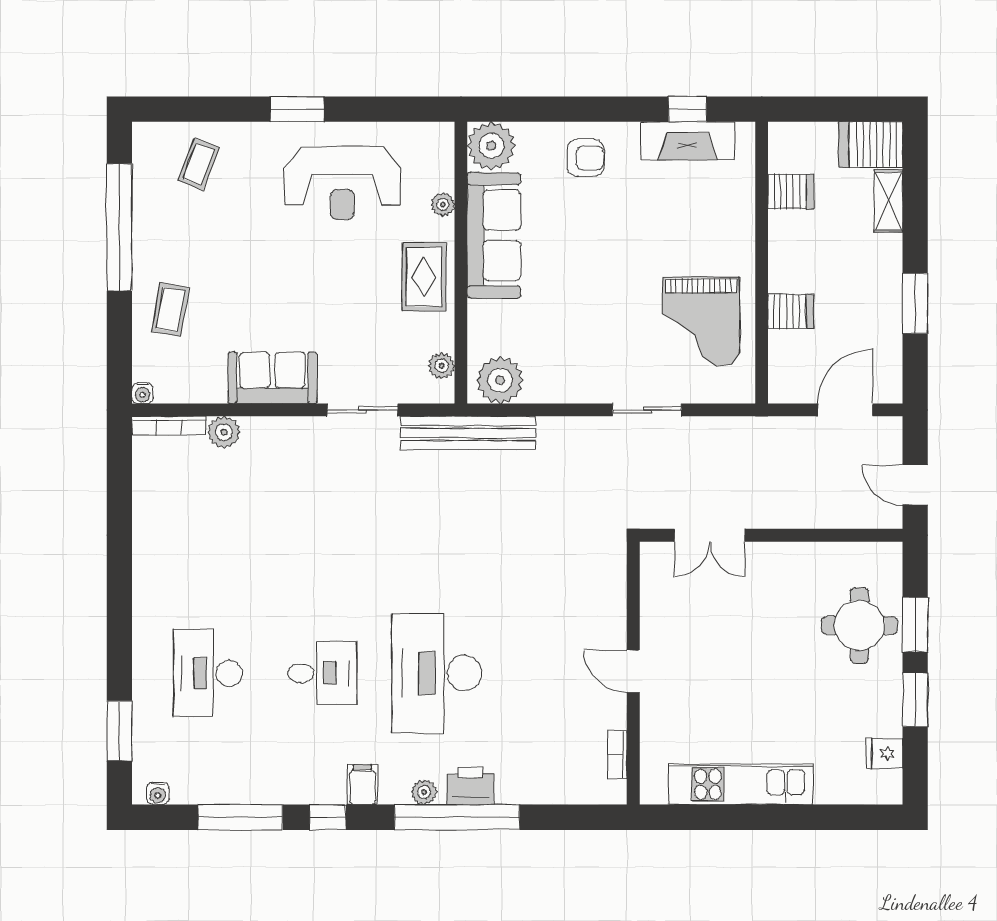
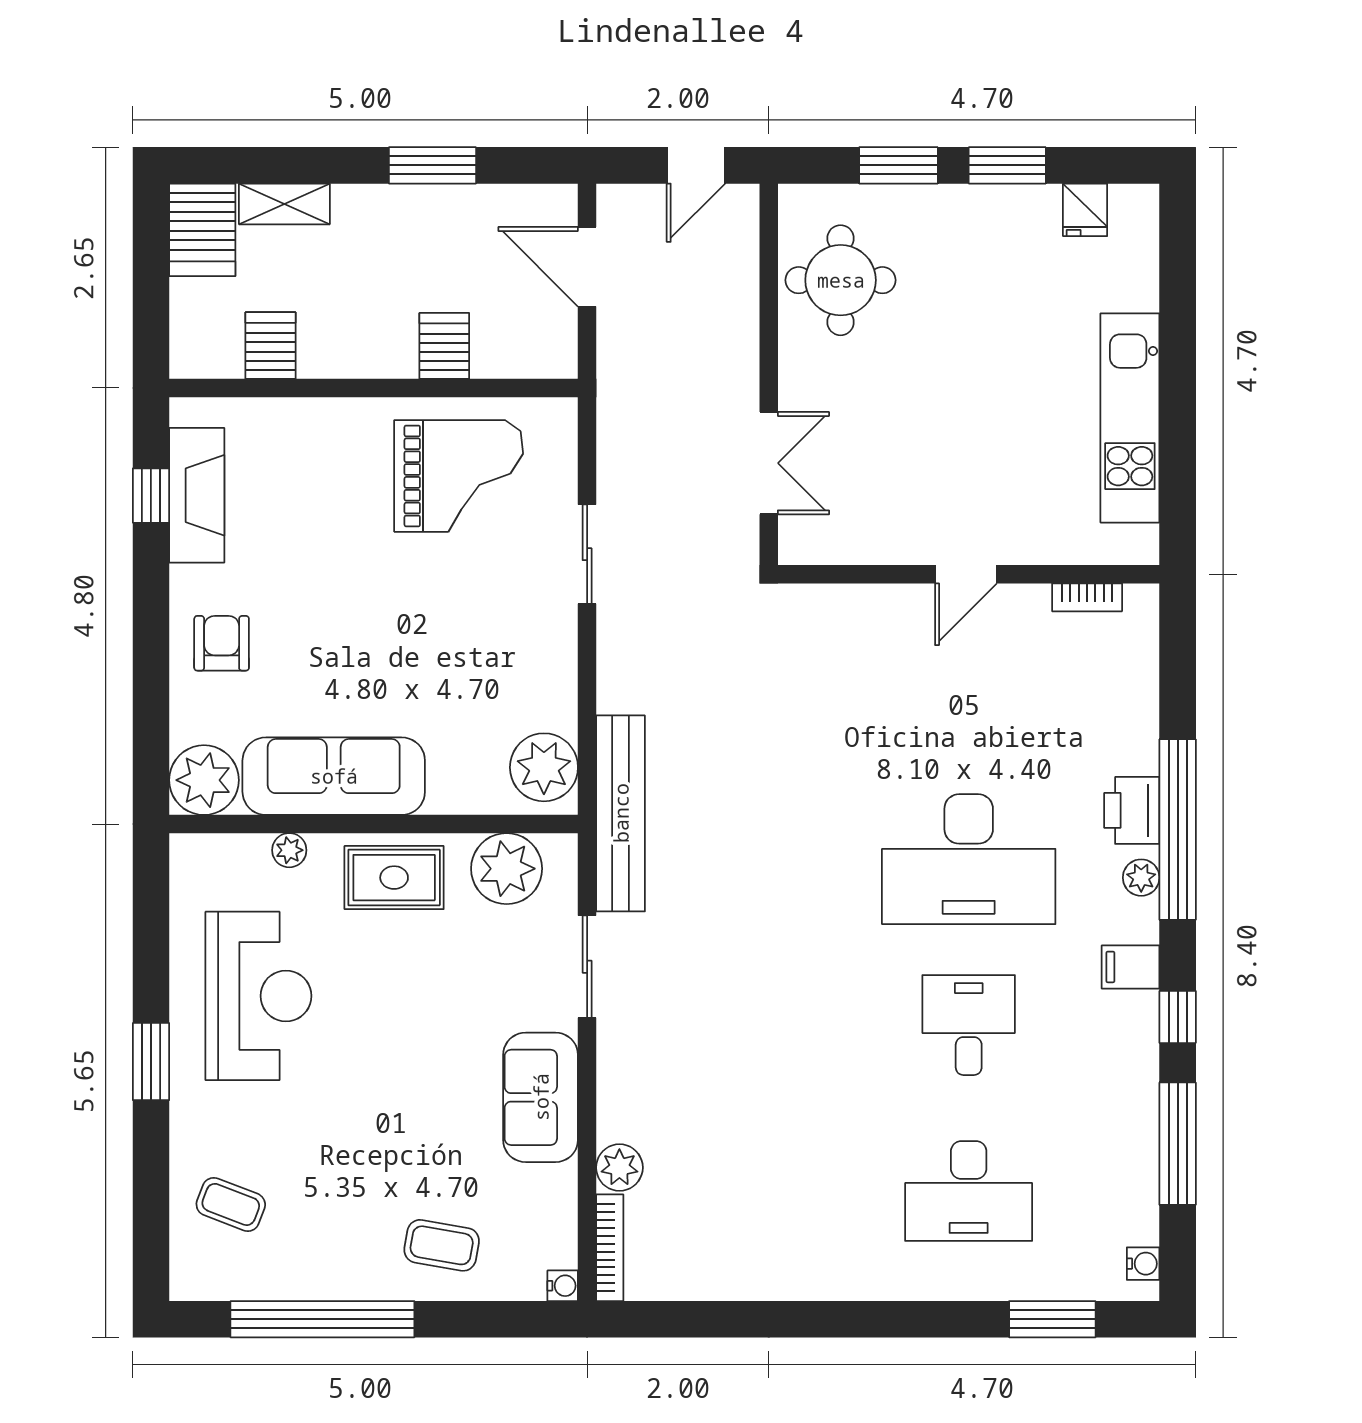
plant: (442, 366) -> (507, 869), width x1.88, depth x1.88
round table: (859, 625) -> (841, 280), moved

